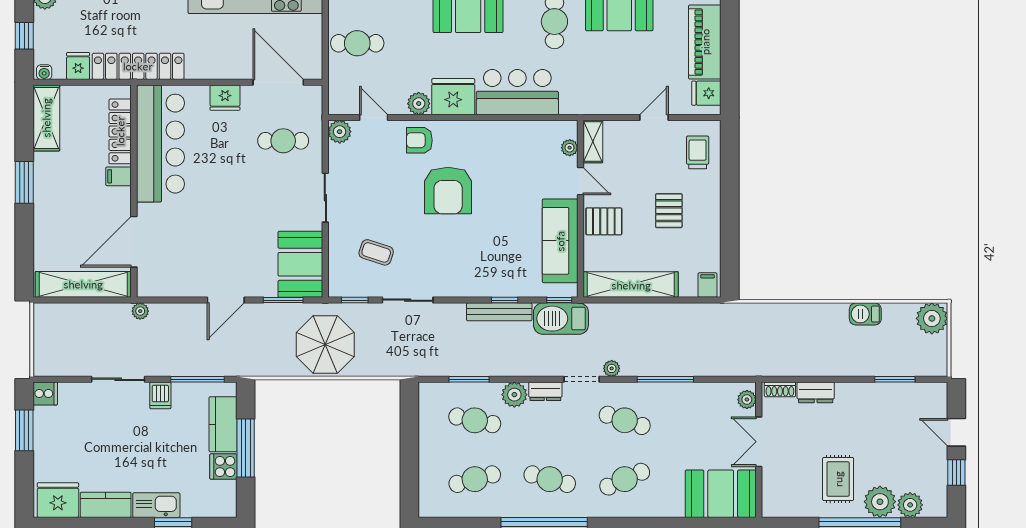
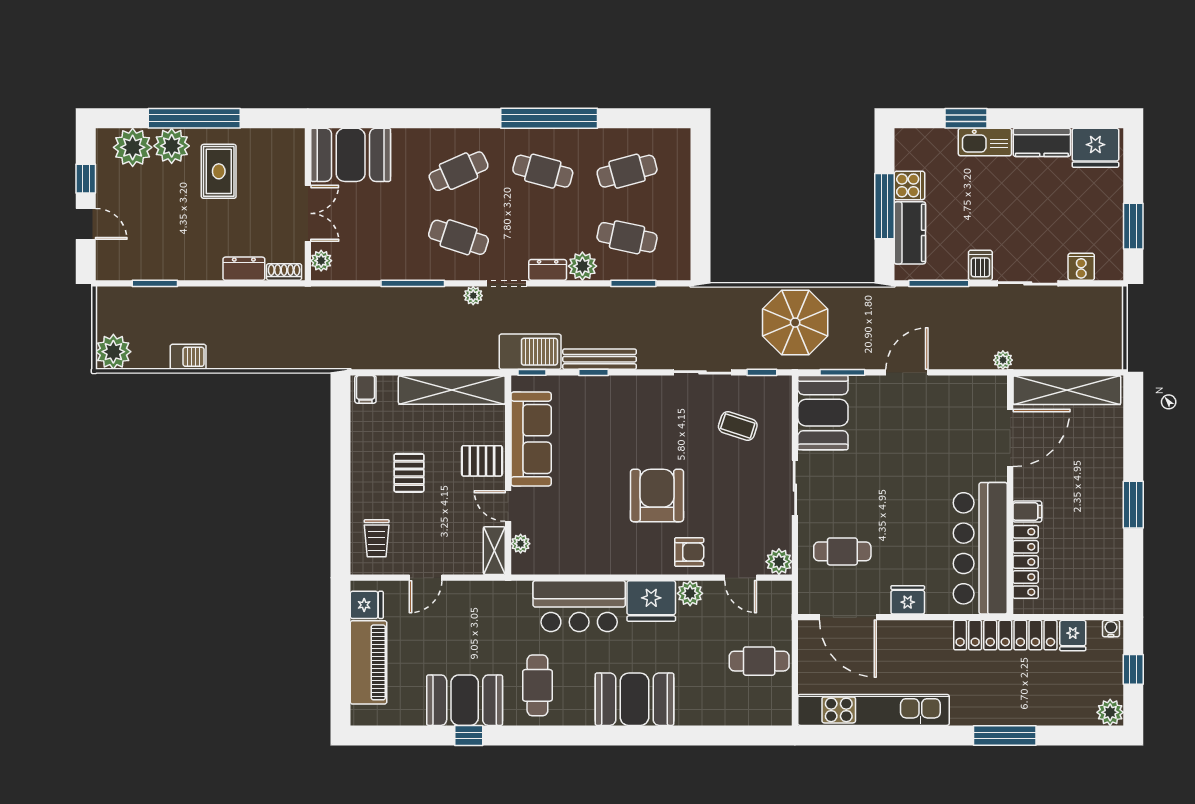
shelving: (46, 118) -> (1108, 577), removed
cooker: (45, 393) -> (1081, 267), moved, turned 90
plant: (910, 505) -> (133, 147), width x1.36, depth x1.36

